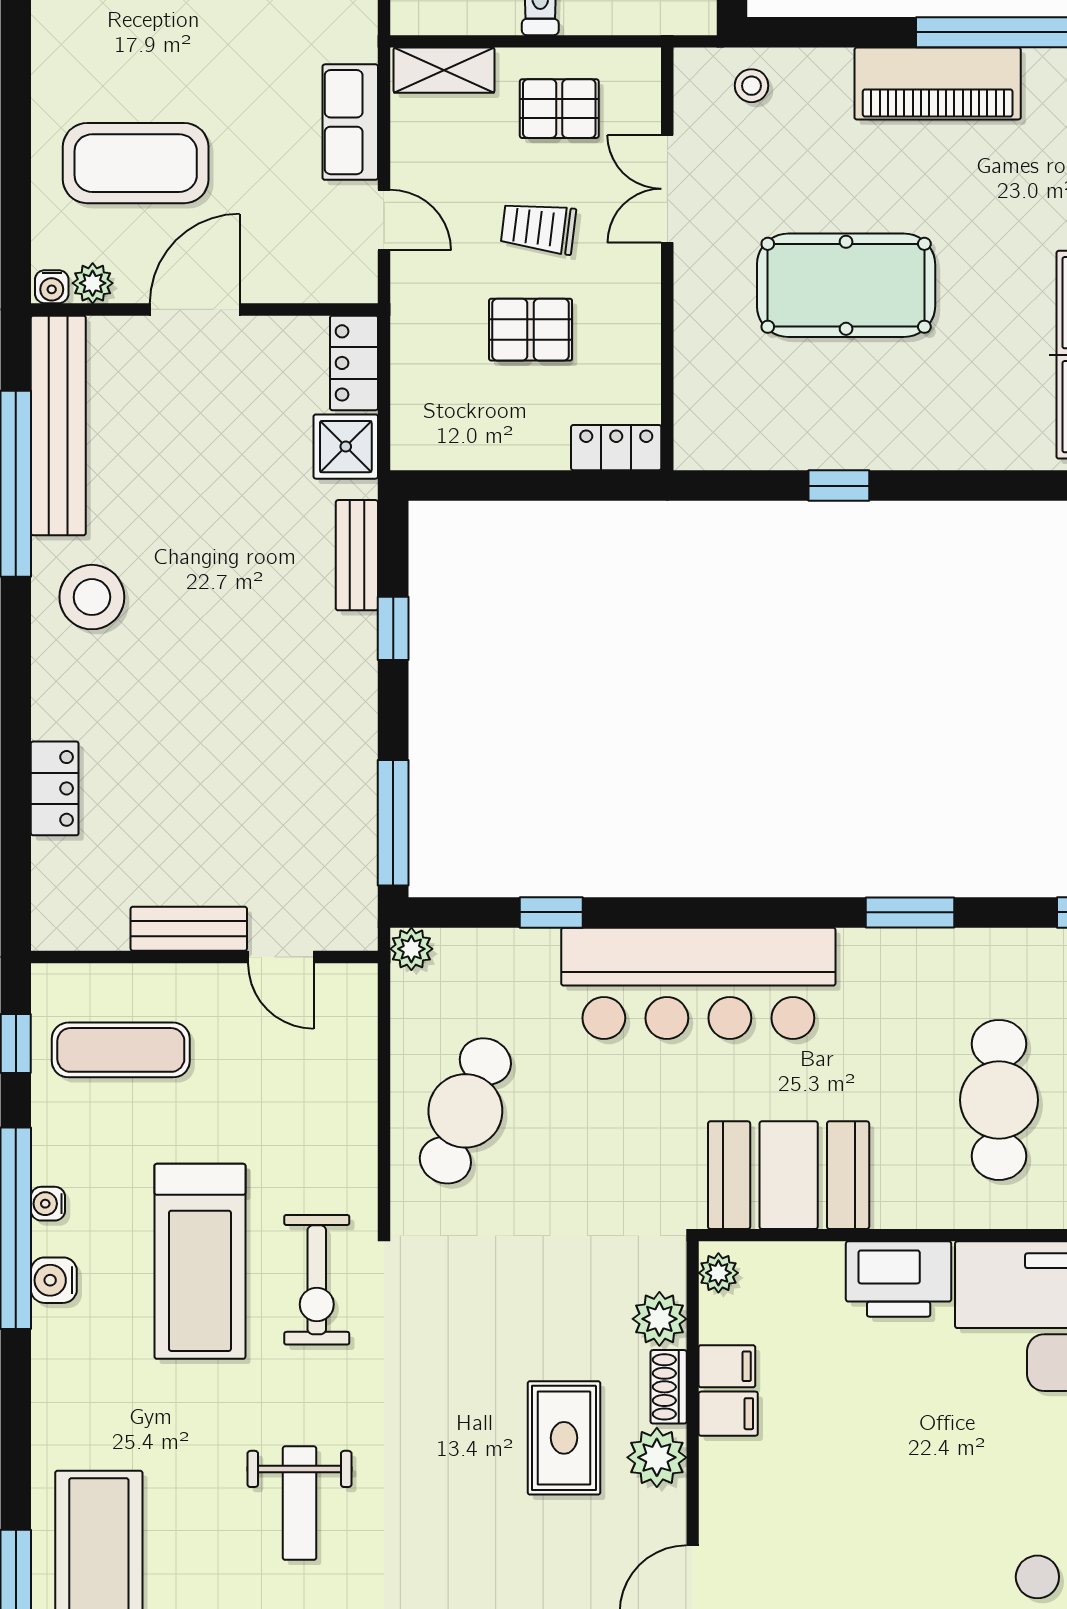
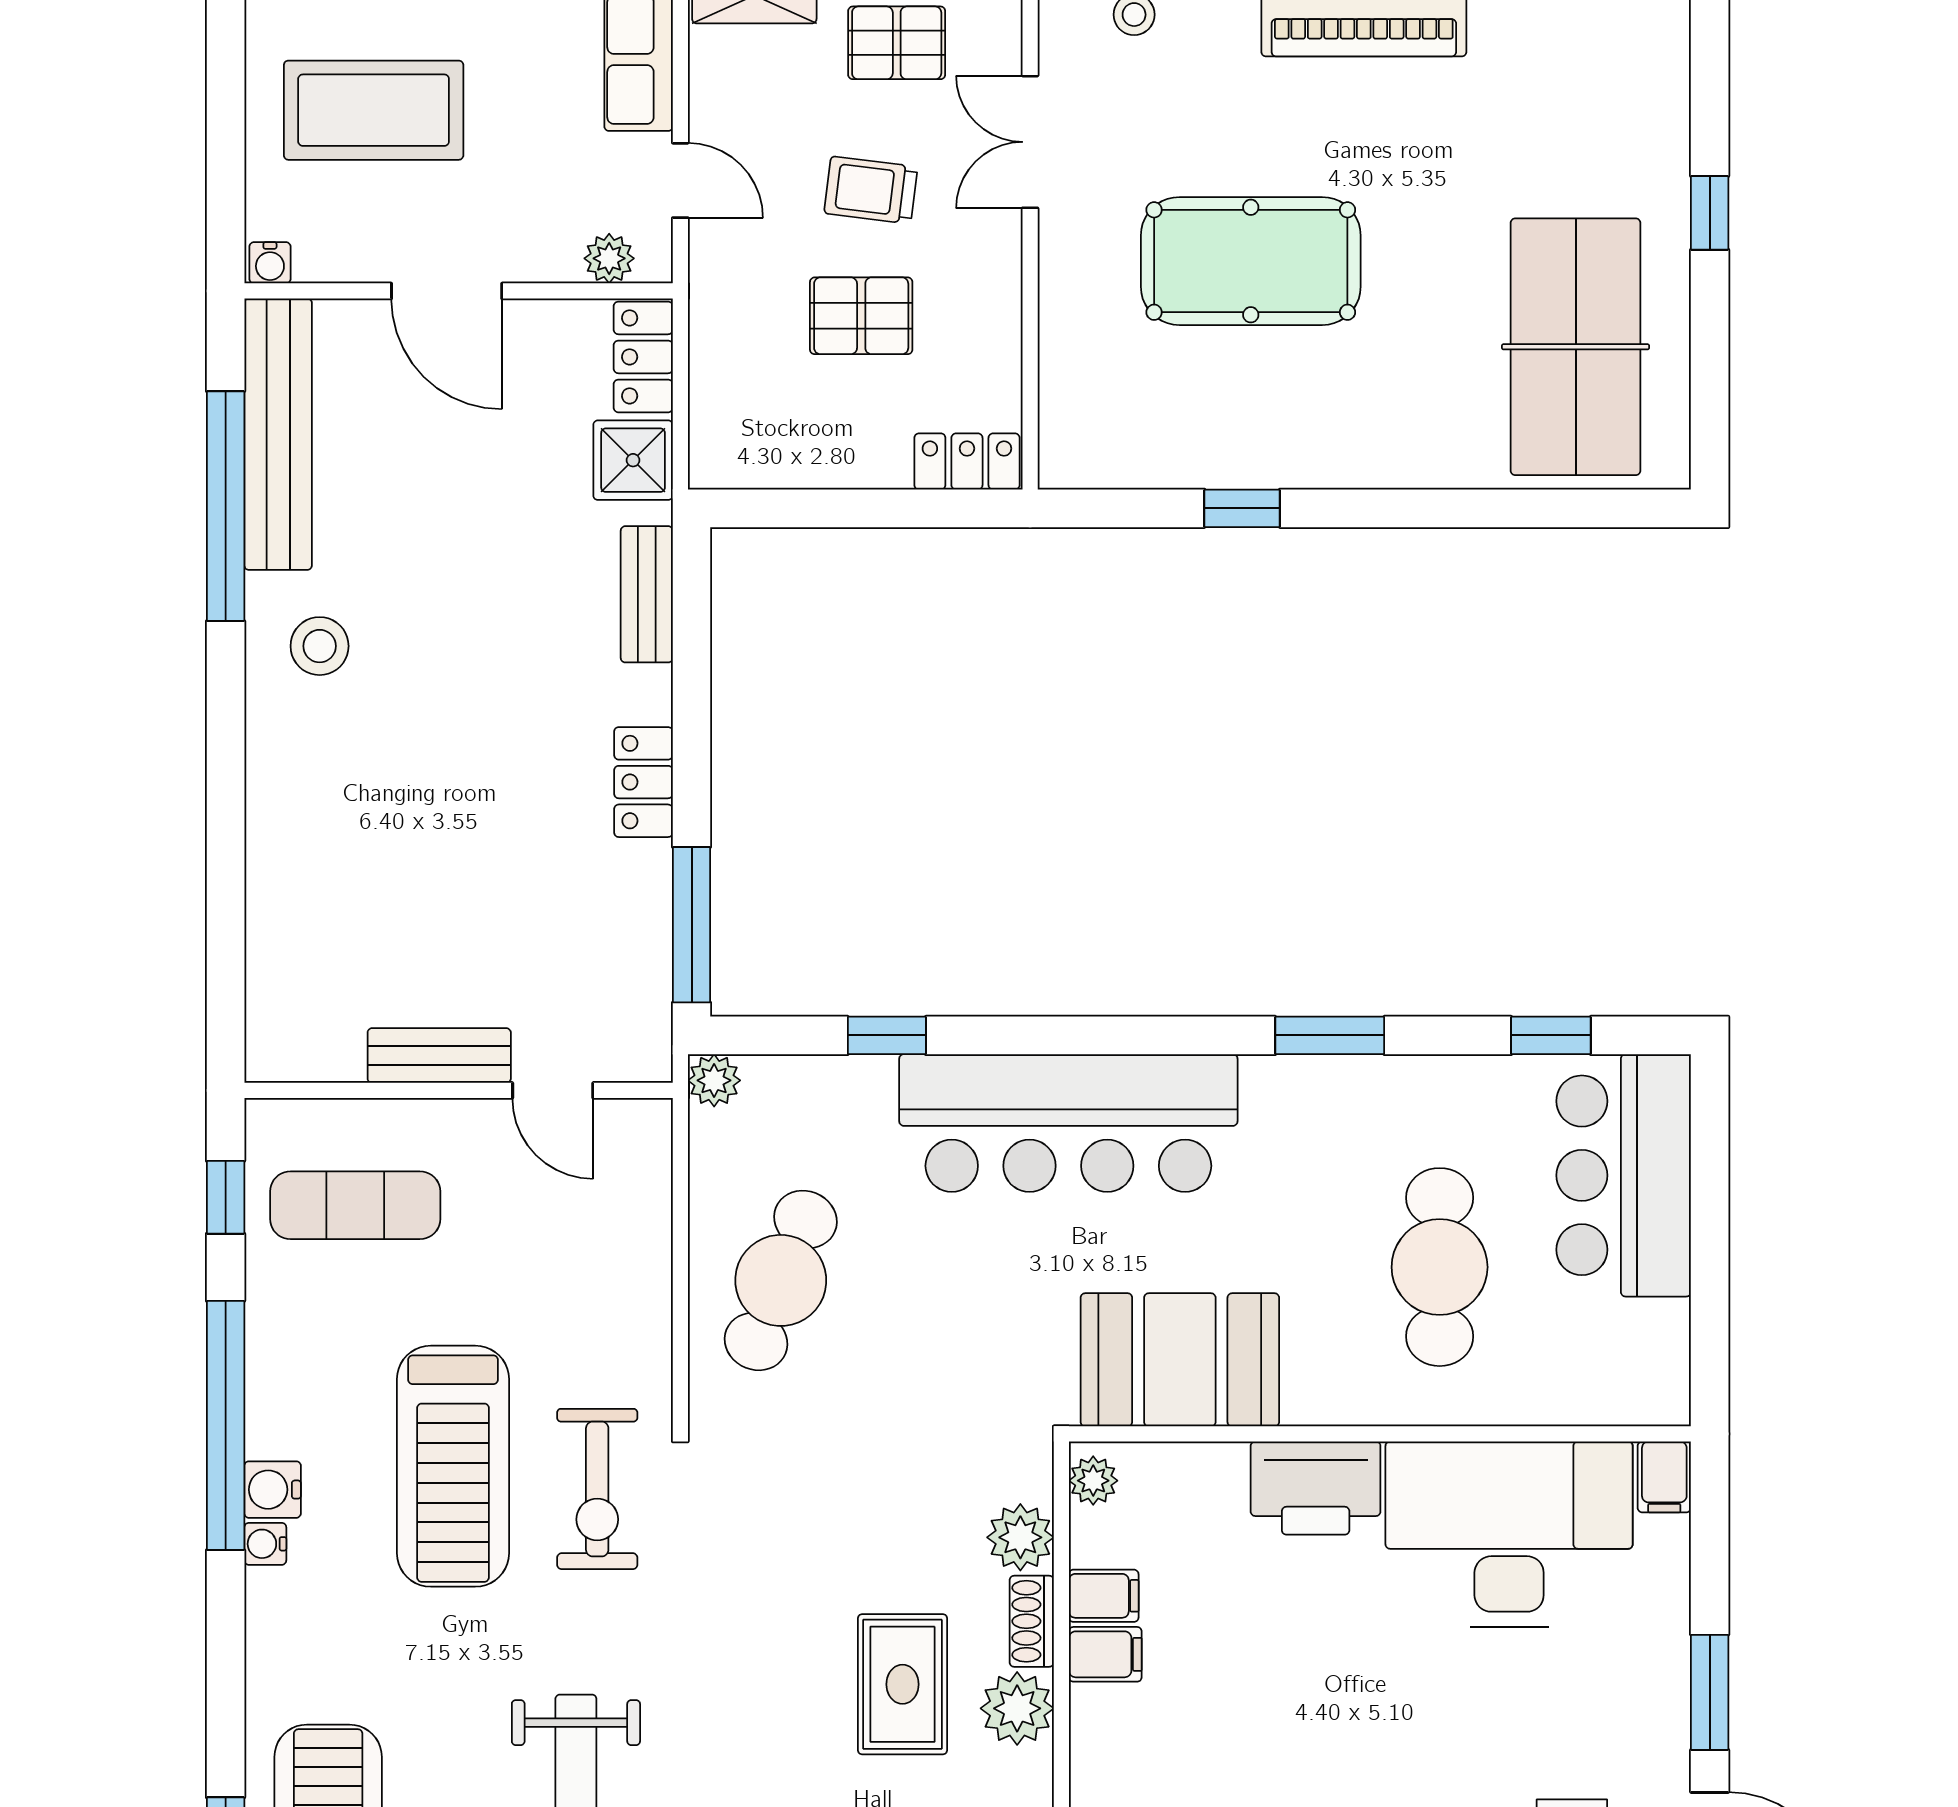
plant: (93, 283) -> (609, 258), moved
door: (195, 309) -> (447, 291), swing flipped
stool: (92, 597) -> (320, 646), width x0.73, depth x0.73
window: (393, 628) -> (692, 685), removed
locker: (55, 788) -> (643, 782), moved, turned 180
water cooler: (48, 1204) -> (265, 1544), moved

